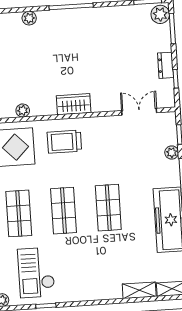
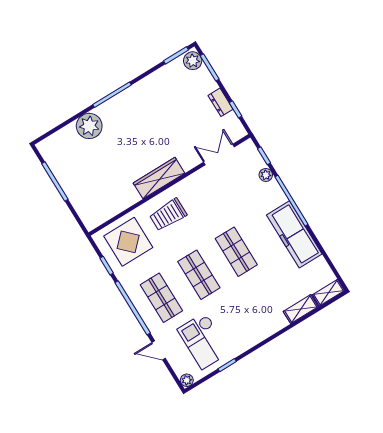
plant: (29, 18) -> (89, 126), width x1.88, depth x1.88
wardrobe: (74, 104) -> (159, 178), width x1.50
plant: (23, 111) -> (118, 207), removed

